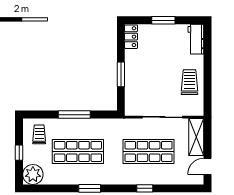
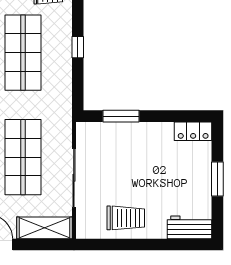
window: (121, 74) -> (121, 116), moved
window: (74, 115) -> (78, 47), width x0.46

